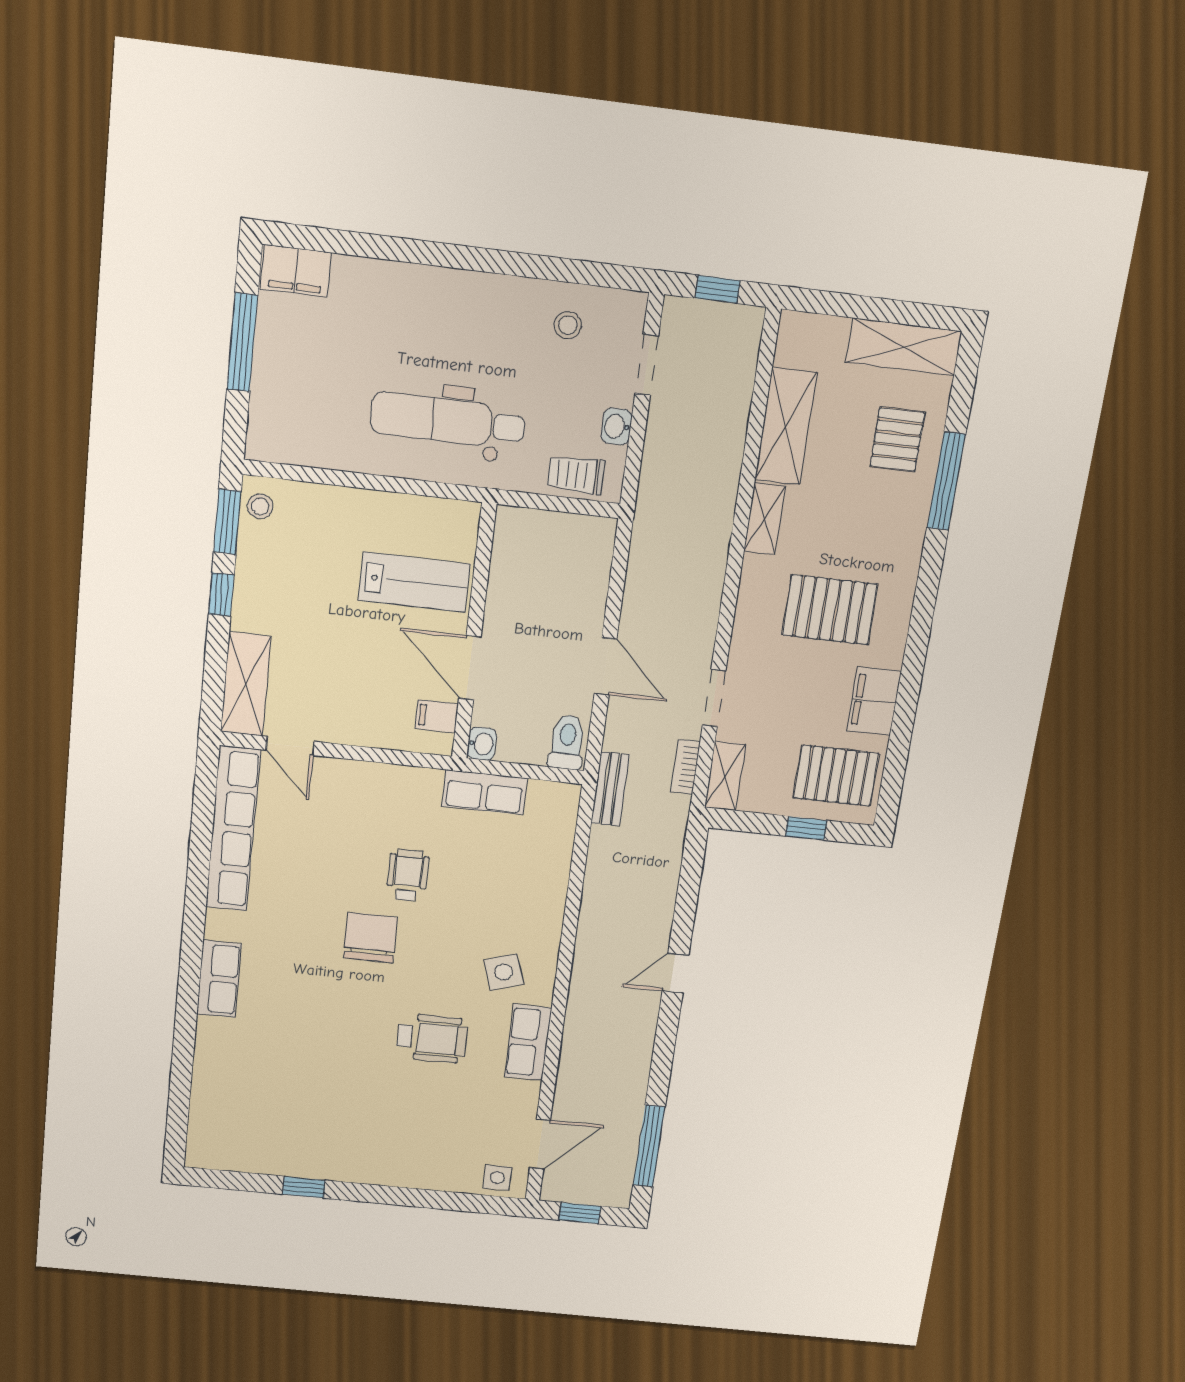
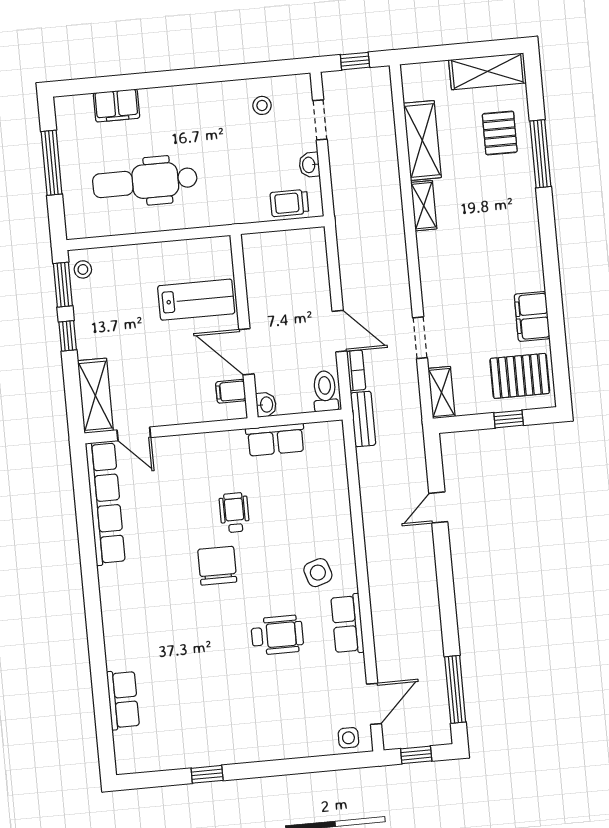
filing cabinet: (296, 271) -> (117, 105), moved
dental chair: (448, 421) -> (145, 182), moved
pallet: (830, 610) -> (484, 259), removed
bookcase: (685, 767) -> (356, 370), moved, turned 180
door: (676, 973) -> (438, 507), moved
row of seats: (219, 979) -> (123, 700), moved

